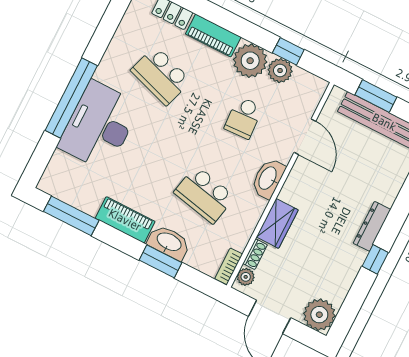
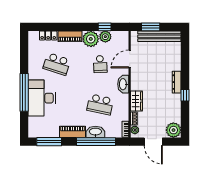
door: (305, 137) -> (130, 59), swing flipped
window: (160, 261) -> (96, 142), width x2.11

